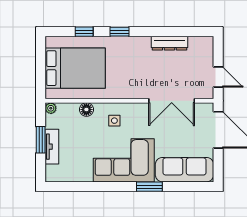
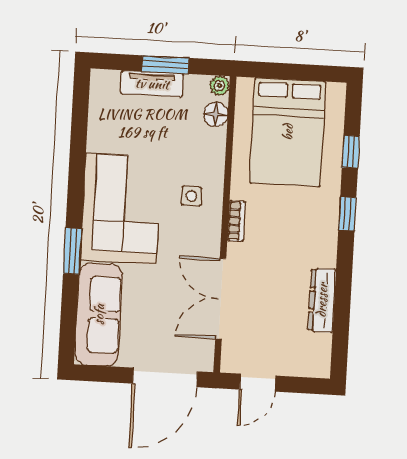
bookcase: (127, 94) -> (236, 221), added
floor lamp: (86, 110) -> (216, 114), moved

